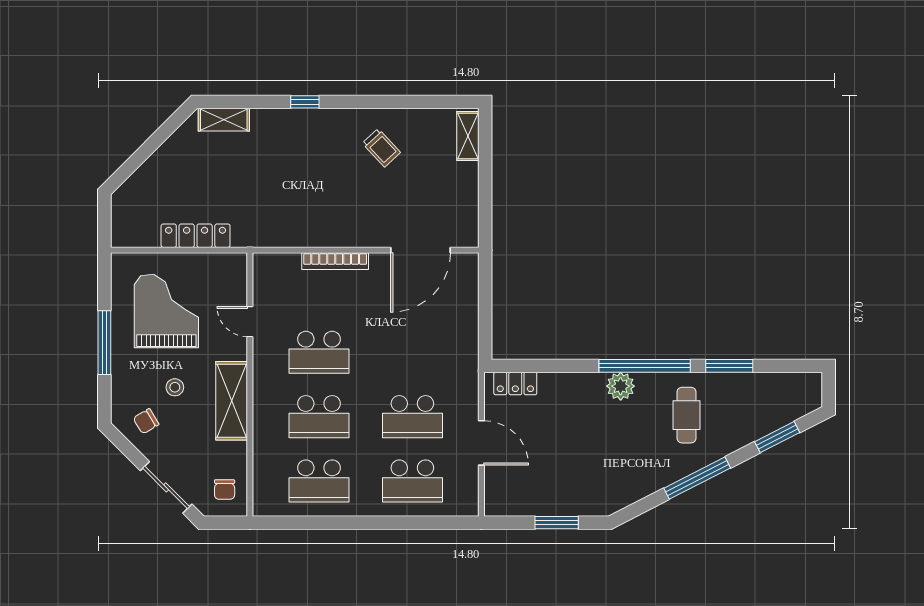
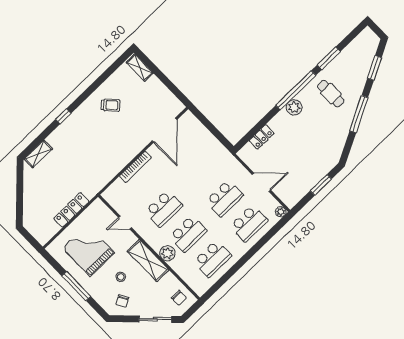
locker: (515, 383) -> (262, 137), moved
plant: (267, 416) -> (167, 253), added
plant: (469, 507) -> (281, 212), added

